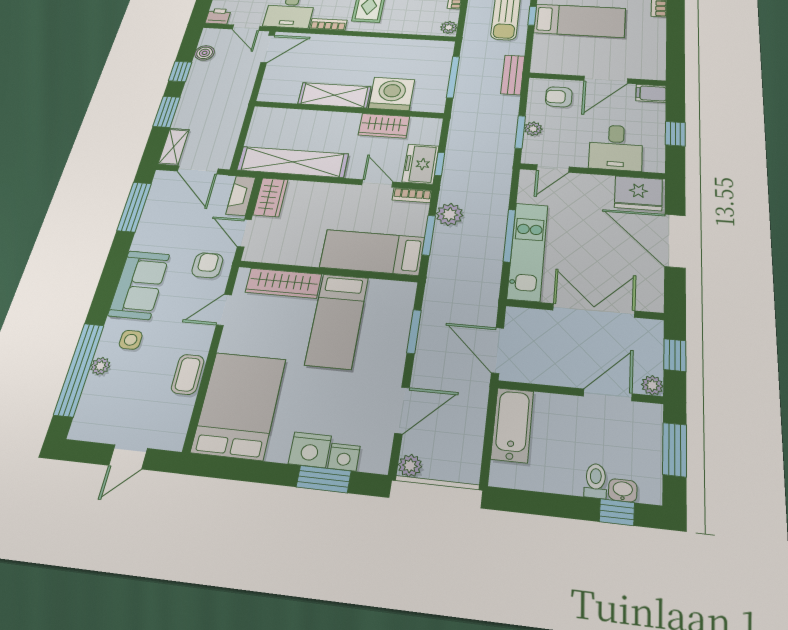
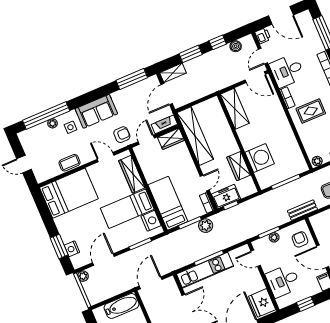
shelving: (334, 95) -> (235, 109), moved
door: (402, 410) -> (103, 260), swing flipped
nightstand: (310, 450) -> (151, 221), moved, turned 180

